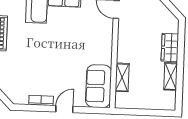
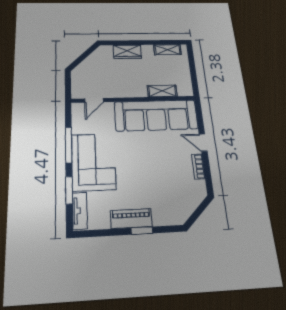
shelving: (171, 76) -> (167, 50), moved
sofa: (99, 86) -> (156, 115), width x1.85, depth x1.27

